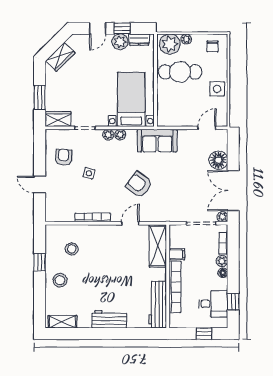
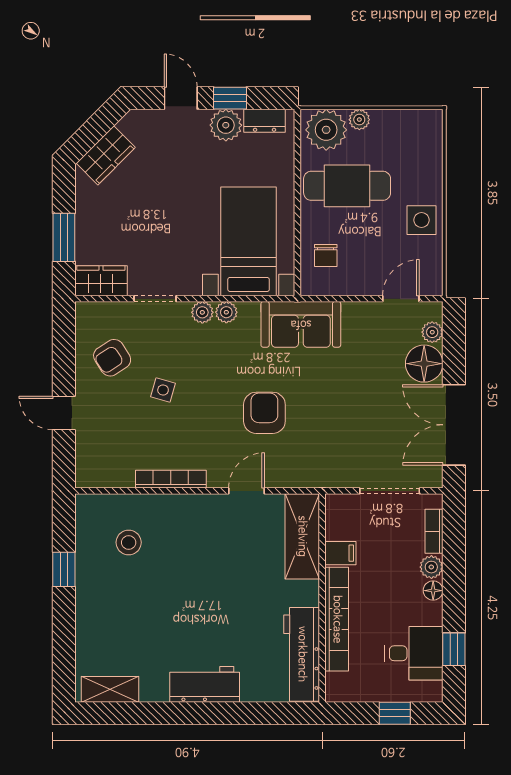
door: (98, 28) -> (181, 98), swing flipped
chair: (213, 46) -> (326, 255), moved
armchair: (64, 157) -> (112, 358), turned -126
armchair: (139, 185) -> (264, 413), turned 52
plant: (222, 217) -> (432, 332), moved
stool: (60, 280) -> (105, 605), removed

